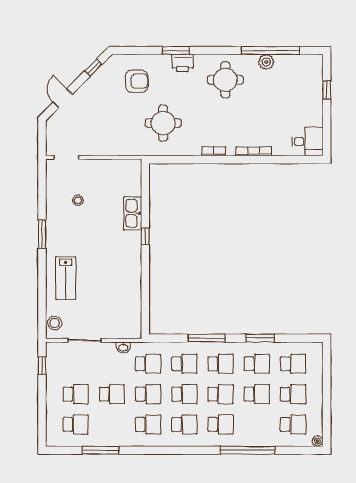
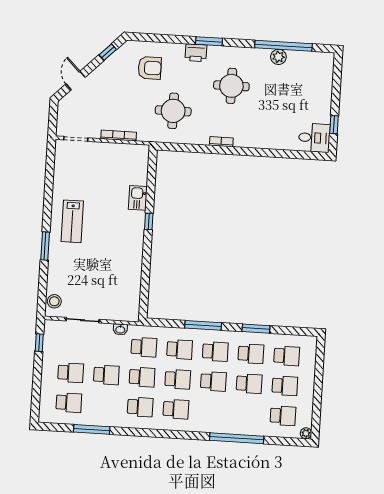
window: (176, 50) -> (209, 41), moved
round table: (225, 80) -> (231, 86), moved
window: (327, 90) -> (334, 125), moved
bookcase: (254, 151) -> (119, 136), moved
stool: (78, 200) -> (84, 182), removed
kitchen sink: (133, 213) -> (138, 198), width x0.73
window: (42, 234) -> (45, 246), moved
lab bench: (66, 278) -> (72, 221), moved
school desk: (221, 425) -> (212, 411), removed

